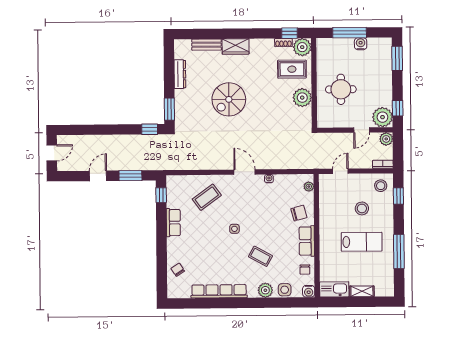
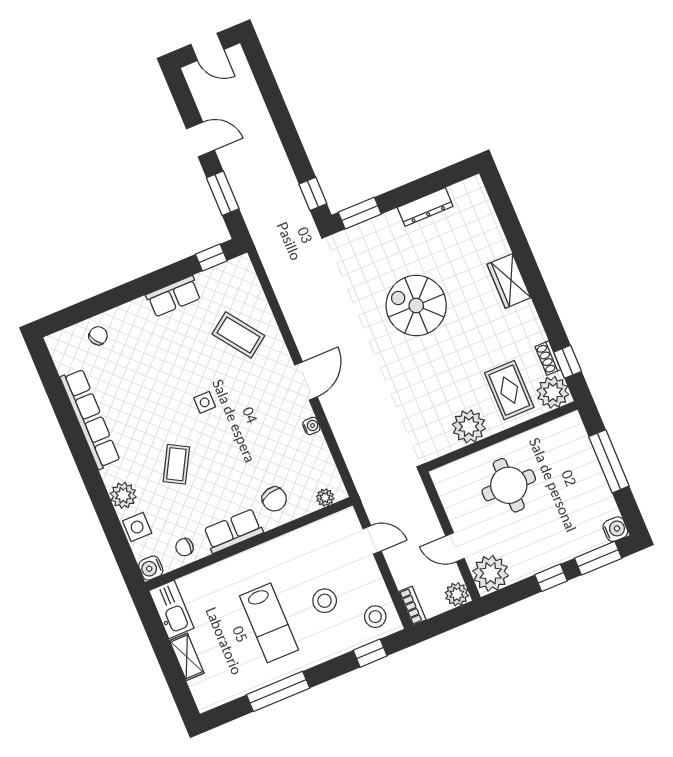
water cooler: (361, 44) -> (615, 529), moved
bench: (207, 45) -> (492, 231), removed
window: (398, 108) -> (551, 578), moved

